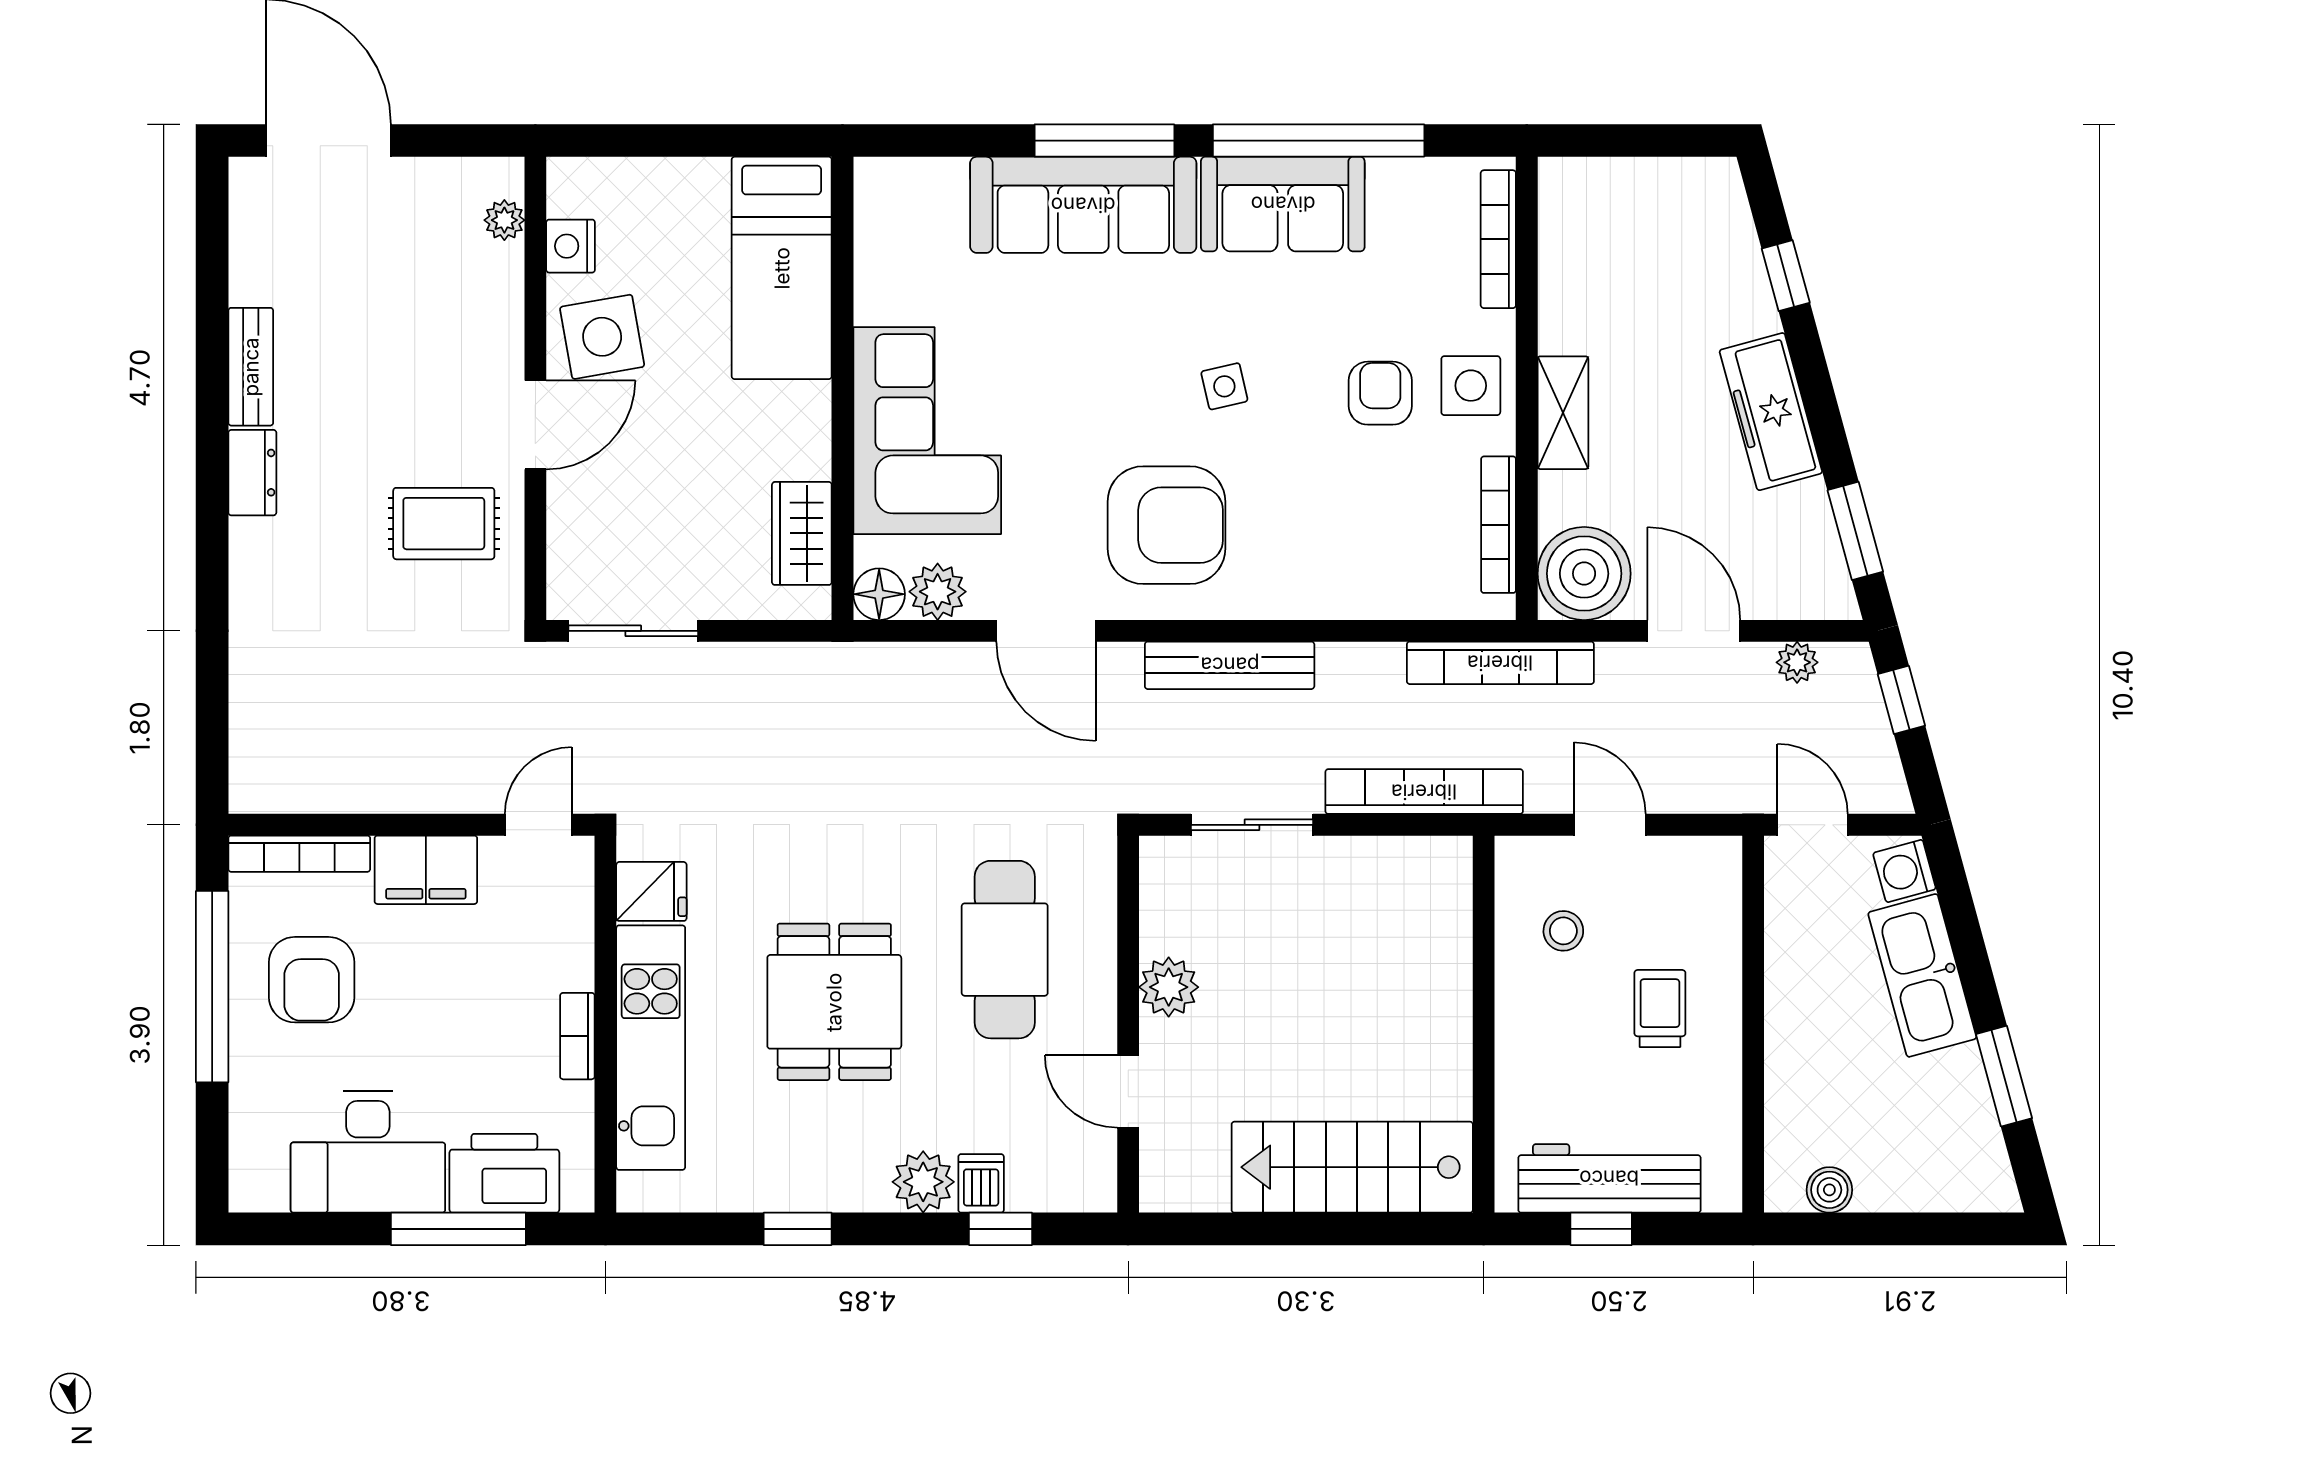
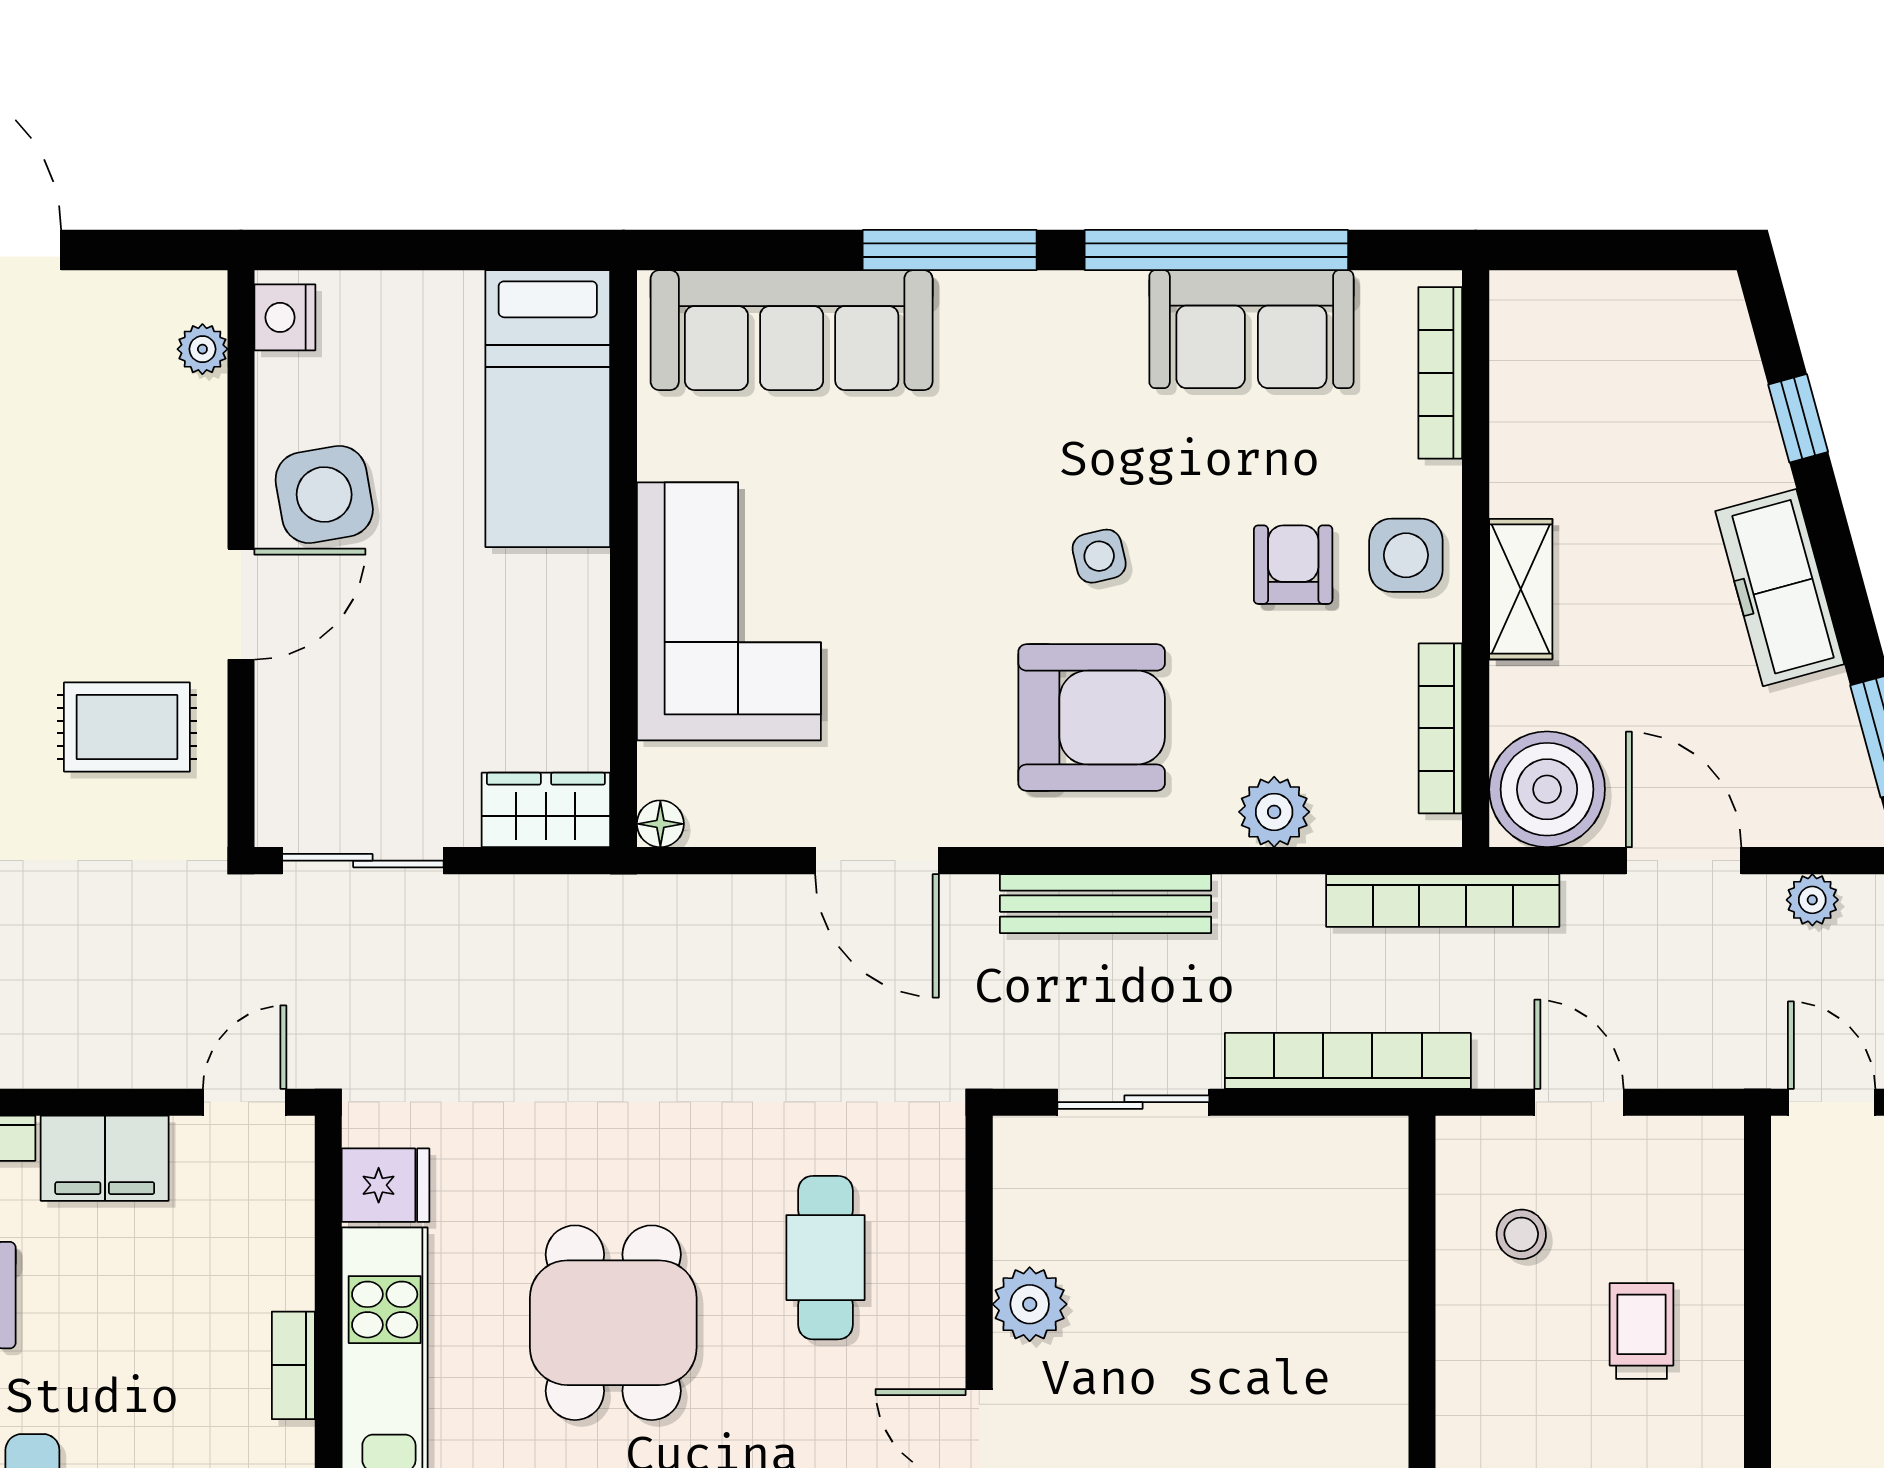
sofa: (1283, 204) -> (1251, 329), moved
sofa: (1083, 205) -> (792, 330), moved
nightstand: (571, 246) -> (285, 317), moved
armchair: (1166, 525) -> (1092, 718), moved
wardrobe: (802, 533) -> (546, 810), moved, turned 90
plant: (938, 592) -> (1274, 812), moved
floor lamp: (879, 594) -> (660, 824), width x0.73, depth x0.73
cafe table: (1005, 950) -> (825, 1258), width x0.73, depth x0.74

